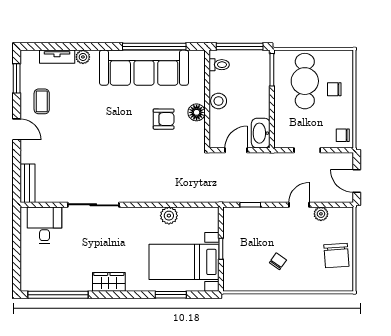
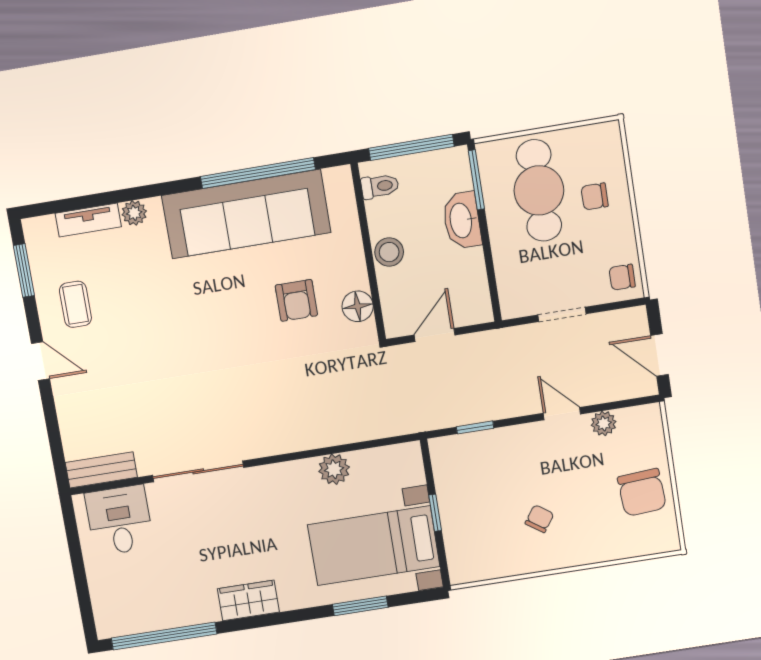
floor lamp: (197, 112) -> (358, 306), moved
armchair: (164, 119) -> (296, 300), turned 90
washbasin: (261, 133) -> (462, 220), moved
bench: (27, 183) -> (101, 470), moved, turned 90
door: (299, 205) -> (562, 414), hinge flipped

